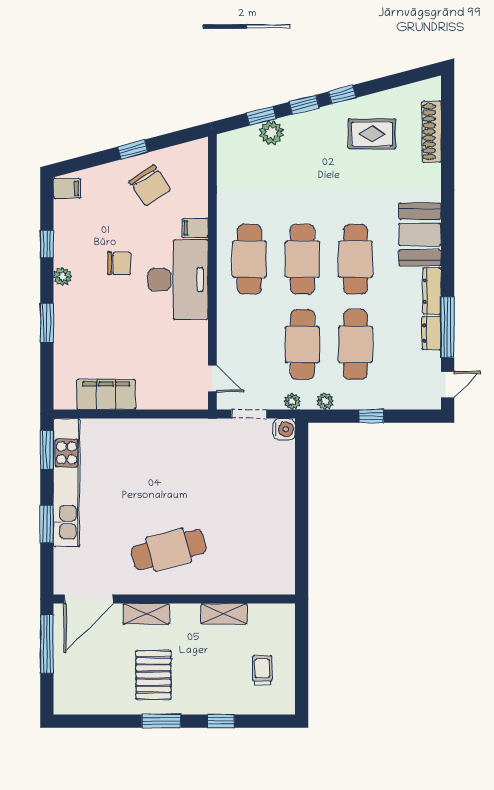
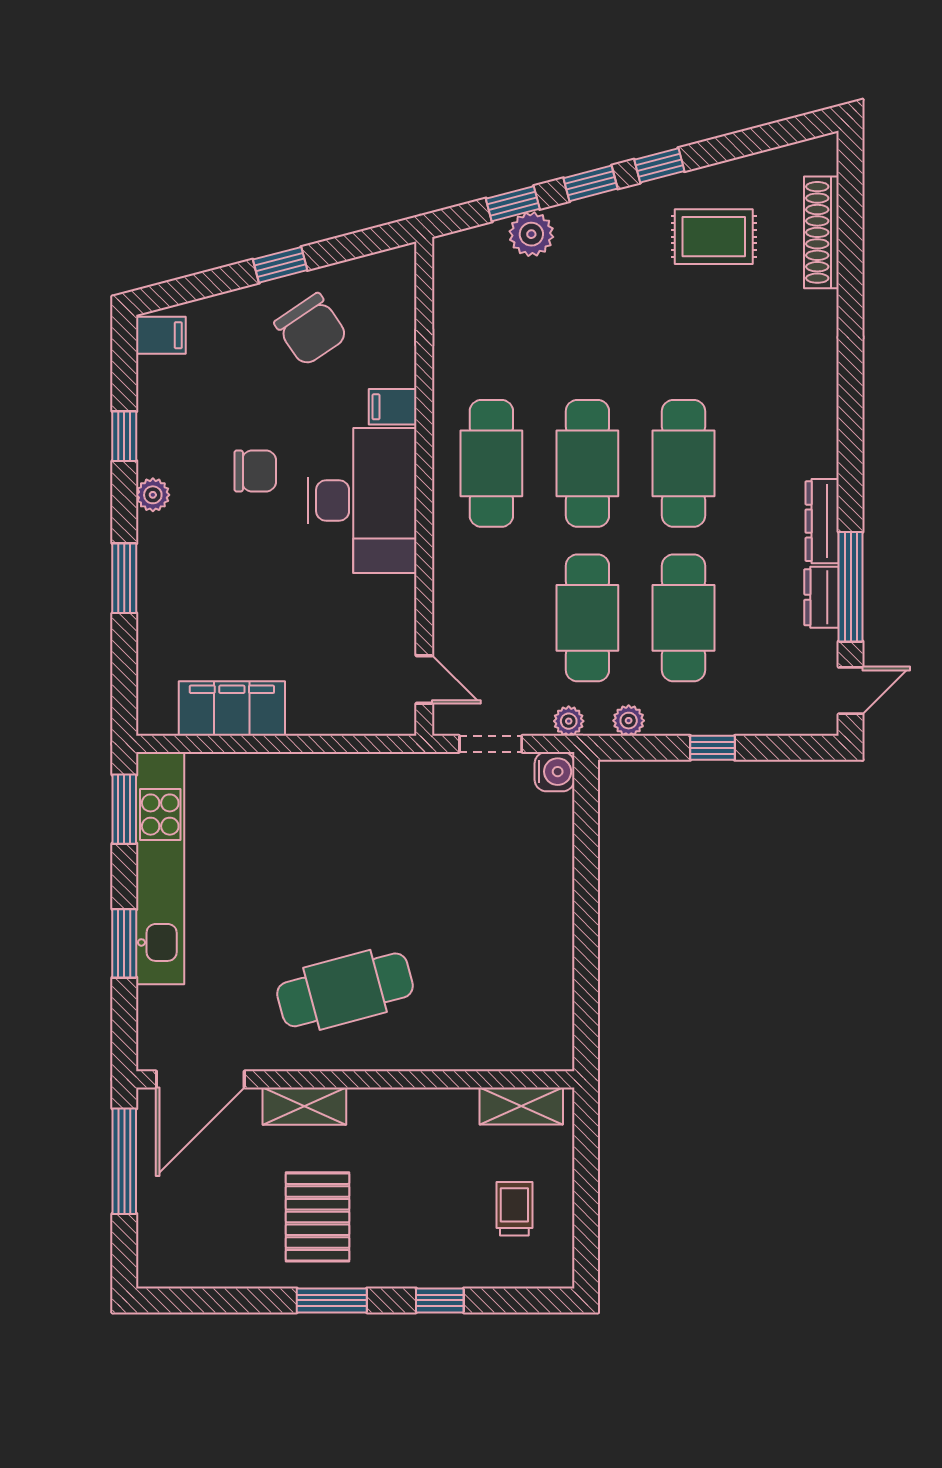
booth: (420, 234) -> (800, 419), removed
shelving: (224, 614) -> (521, 1106), moved

